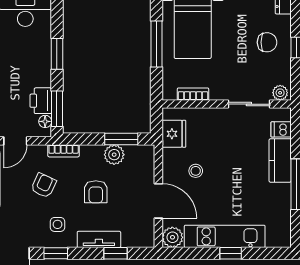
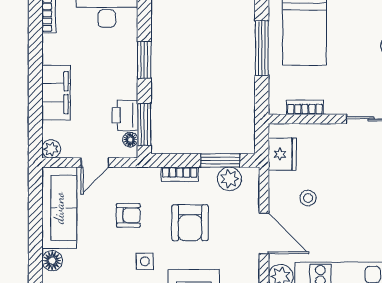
bookcase: (64, 151) -> (180, 174), moved
plant: (114, 155) -> (229, 179), moved
armchair: (44, 185) -> (128, 215), turned 65
armchair: (96, 192) -> (190, 223), width x1.38, depth x1.38

